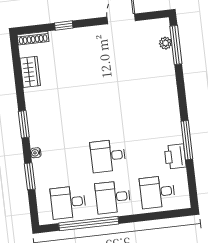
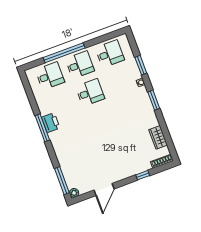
plant: (165, 43) -> (74, 193), moved
window: (187, 140) -> (42, 128), moved
printer: (175, 156) -> (51, 123), moved
window: (89, 224) -> (64, 53), moved

